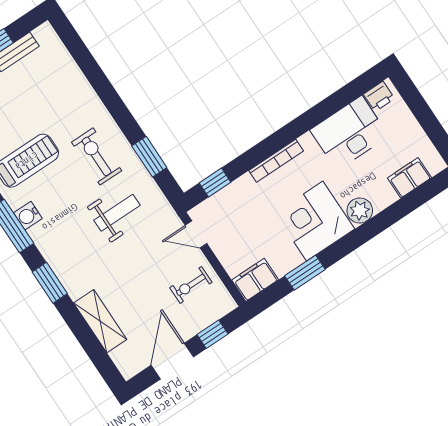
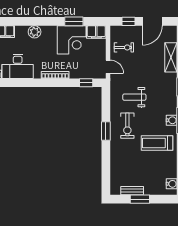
window: (149, 157) -> (106, 131), moved
corner desk: (315, 221) -> (72, 40), moved

